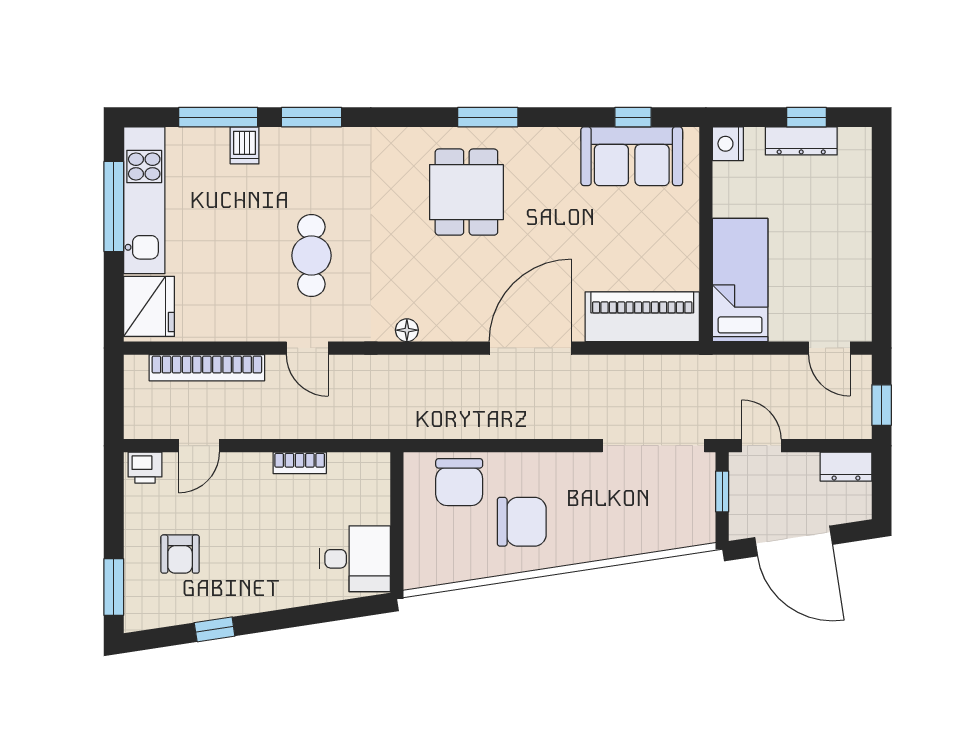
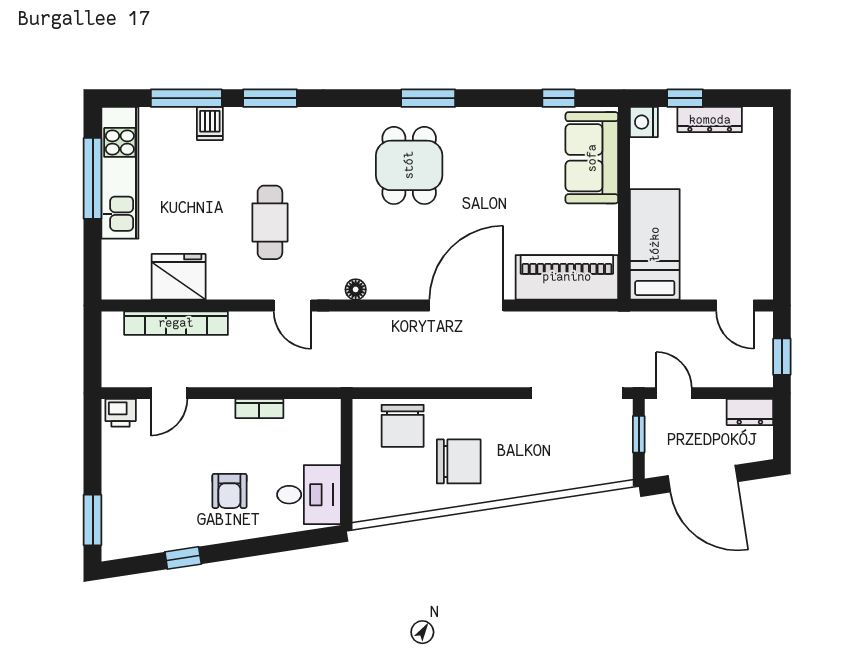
window: (806, 117) -> (685, 98), moved
sofa: (632, 156) -> (592, 158), moved, turned 90
fridge: (149, 306) -> (179, 277), moved, turned -90
door: (307, 348) -> (292, 305), moved
armchair: (180, 554) -> (229, 491), moved

